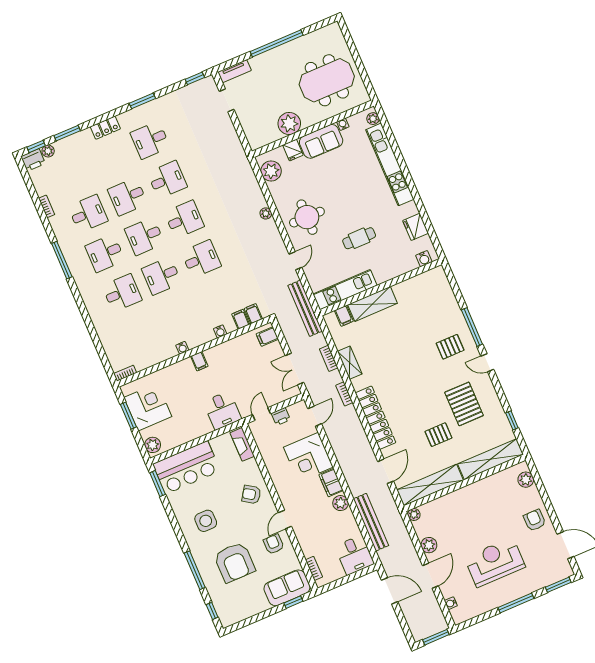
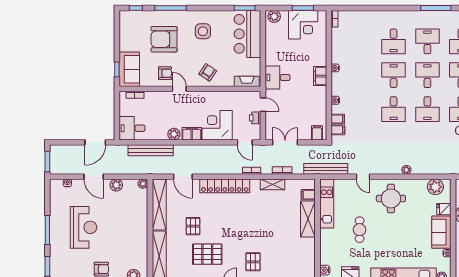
filing cabinet: (199, 361) -> (320, 76), width x2.00

